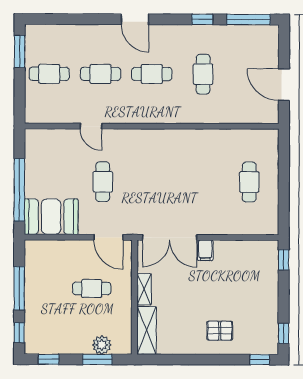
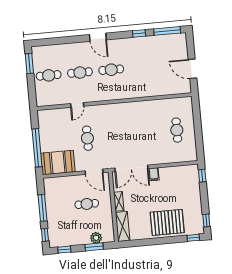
cafe table: (203, 74) -> (143, 67), removed
door: (91, 126) -> (77, 105), hinge flipped
pallet: (220, 331) -> (167, 222), width x2.05, depth x2.00

